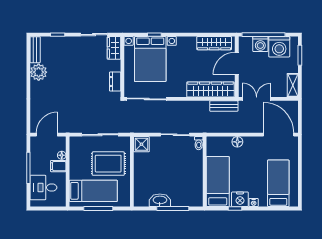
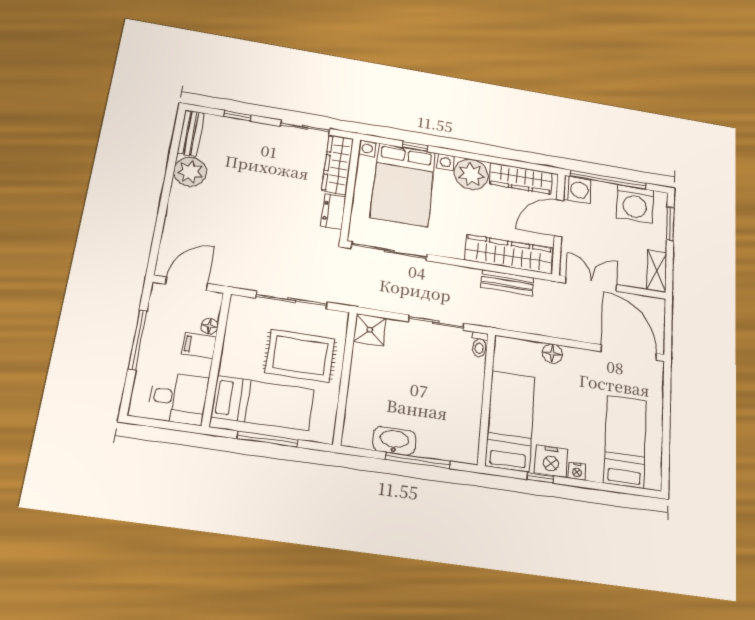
washing machine: (260, 44) -> (577, 190), moved, turned -90
plant: (187, 46) -> (471, 174), added
wardrobe: (114, 48) -> (338, 165), width x1.50
bench: (224, 106) -> (507, 283), moved
desk: (43, 188) -> (178, 398), moved, turned 180

